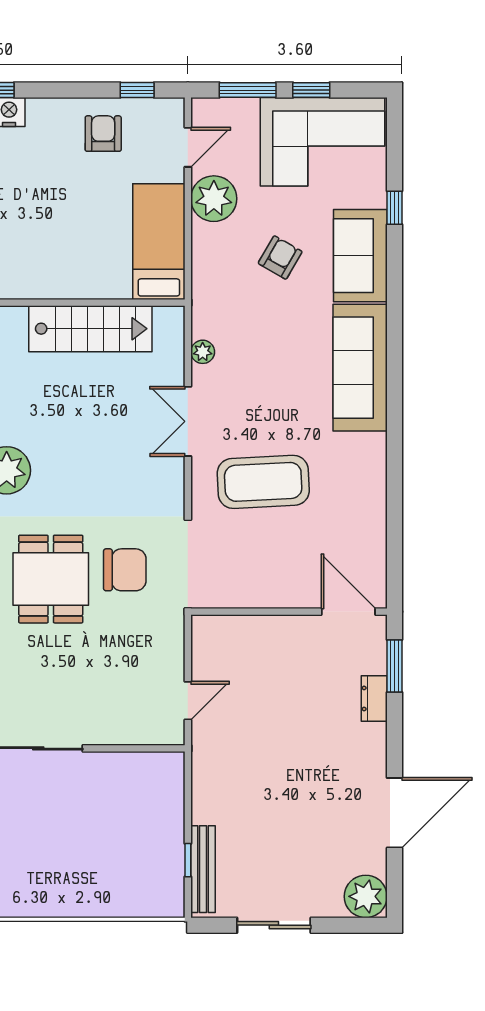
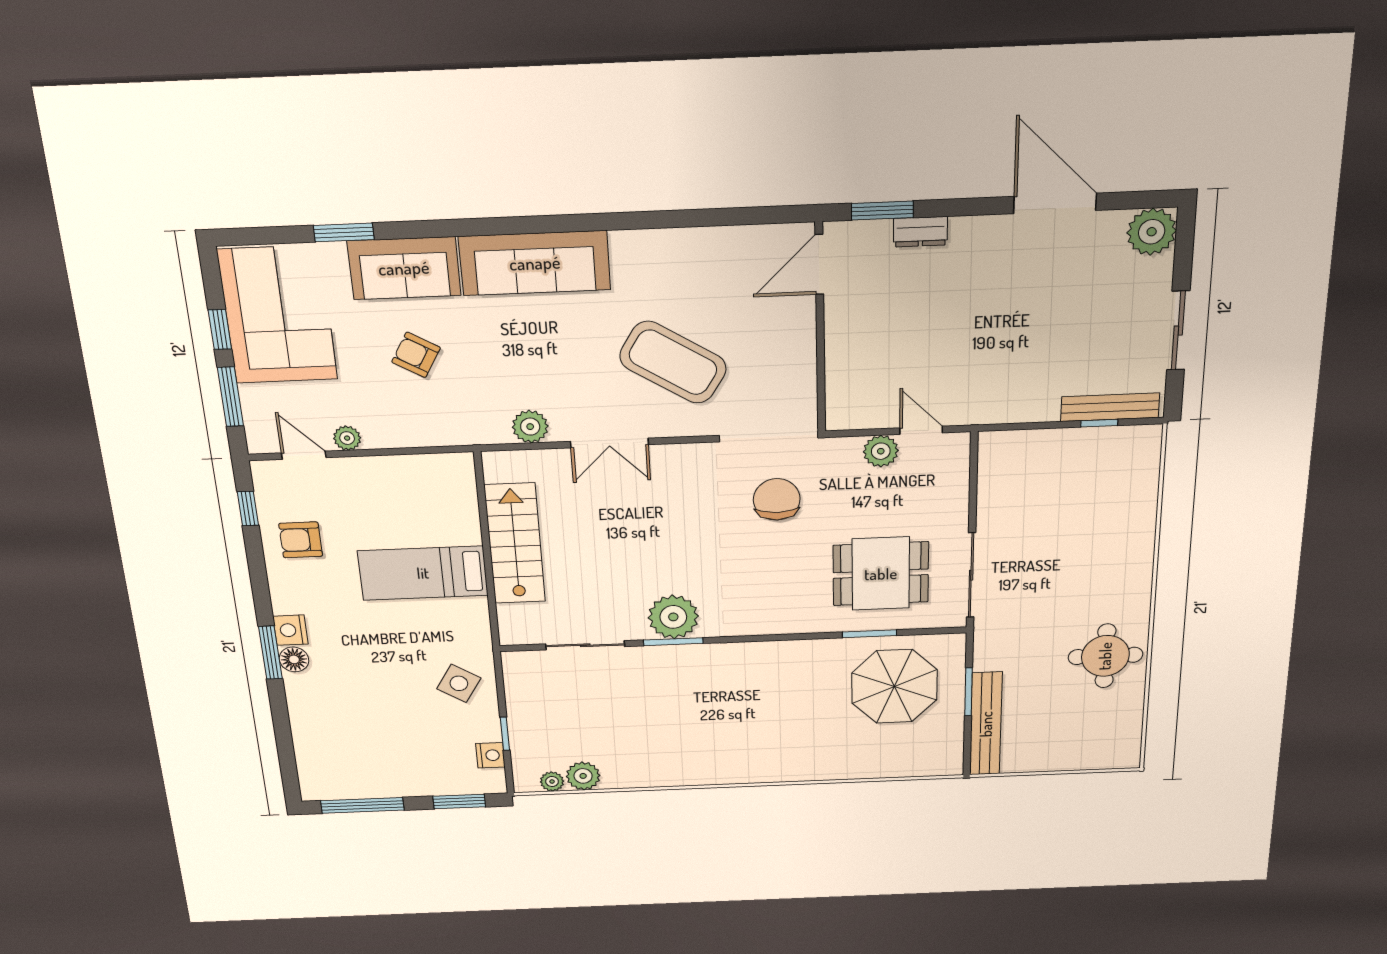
plant: (214, 199) -> (347, 438), width x0.53, depth x0.53
window: (394, 208) -> (344, 232), width x1.50
bed: (159, 242) -> (423, 573), moved
plant: (203, 352) -> (530, 427), width x1.38, depth x1.38
coffee table: (263, 482) -> (673, 362), turned -55
dining table: (51, 579) -> (881, 574), moved
plant: (169, 665) -> (881, 451), added

